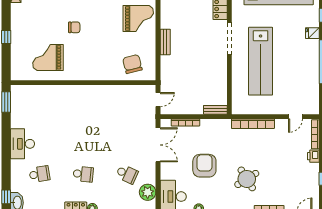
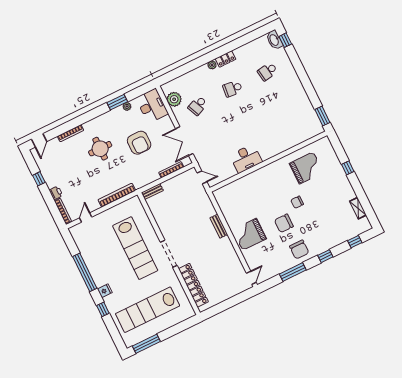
lab bench: (261, 61) -> (135, 248), turned 180
chair: (132, 64) -> (284, 223), moved, turned 104
door: (158, 100) -> (202, 177), swing flipped
desk: (23, 144) -> (246, 159), moved, turned 90
school desk: (127, 174) -> (198, 106), turned -48
round table: (247, 179) -> (100, 149), turned 32

